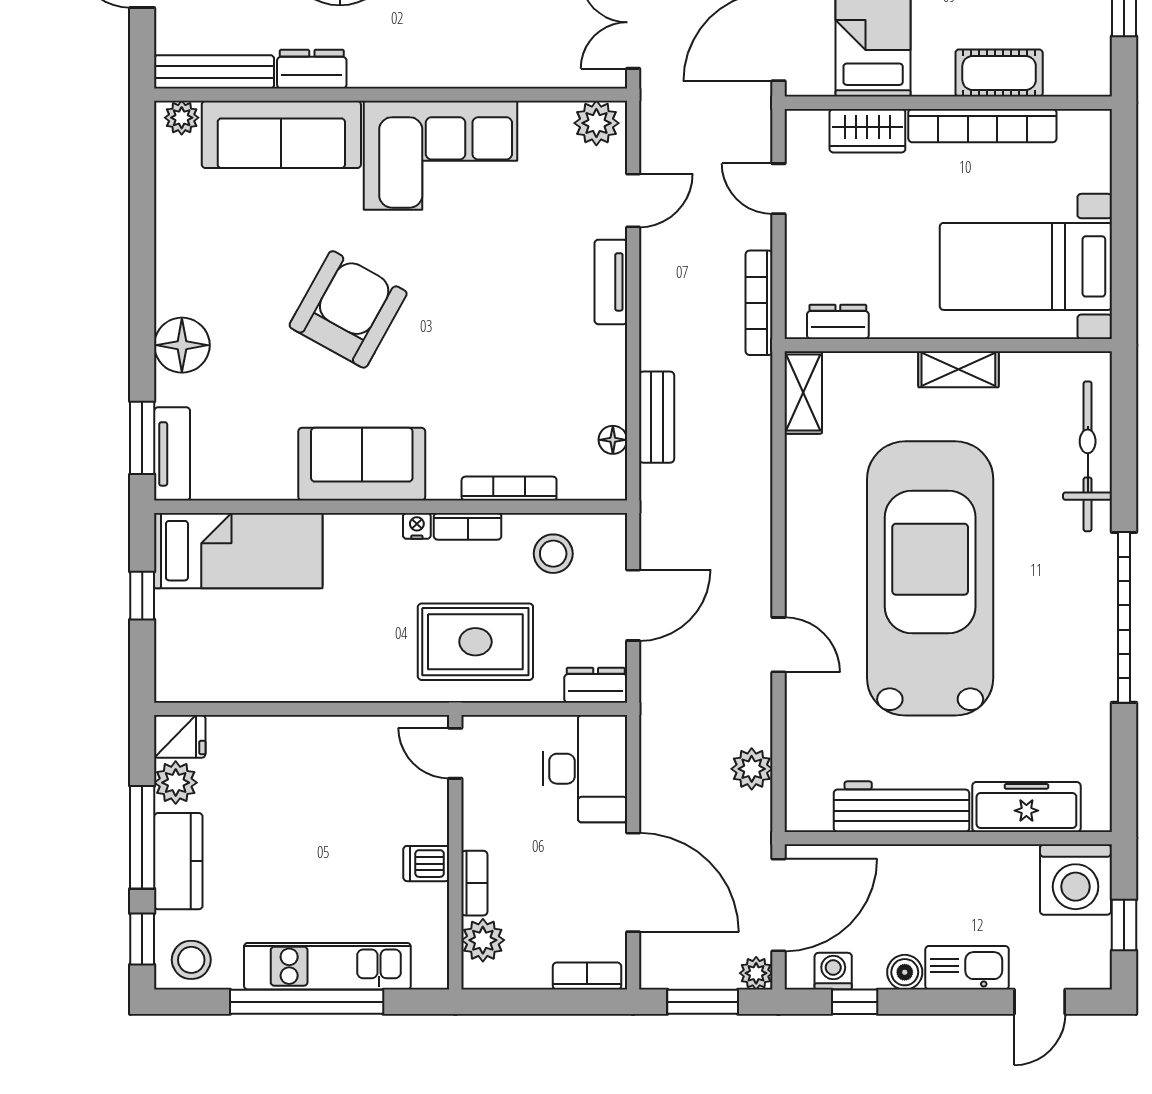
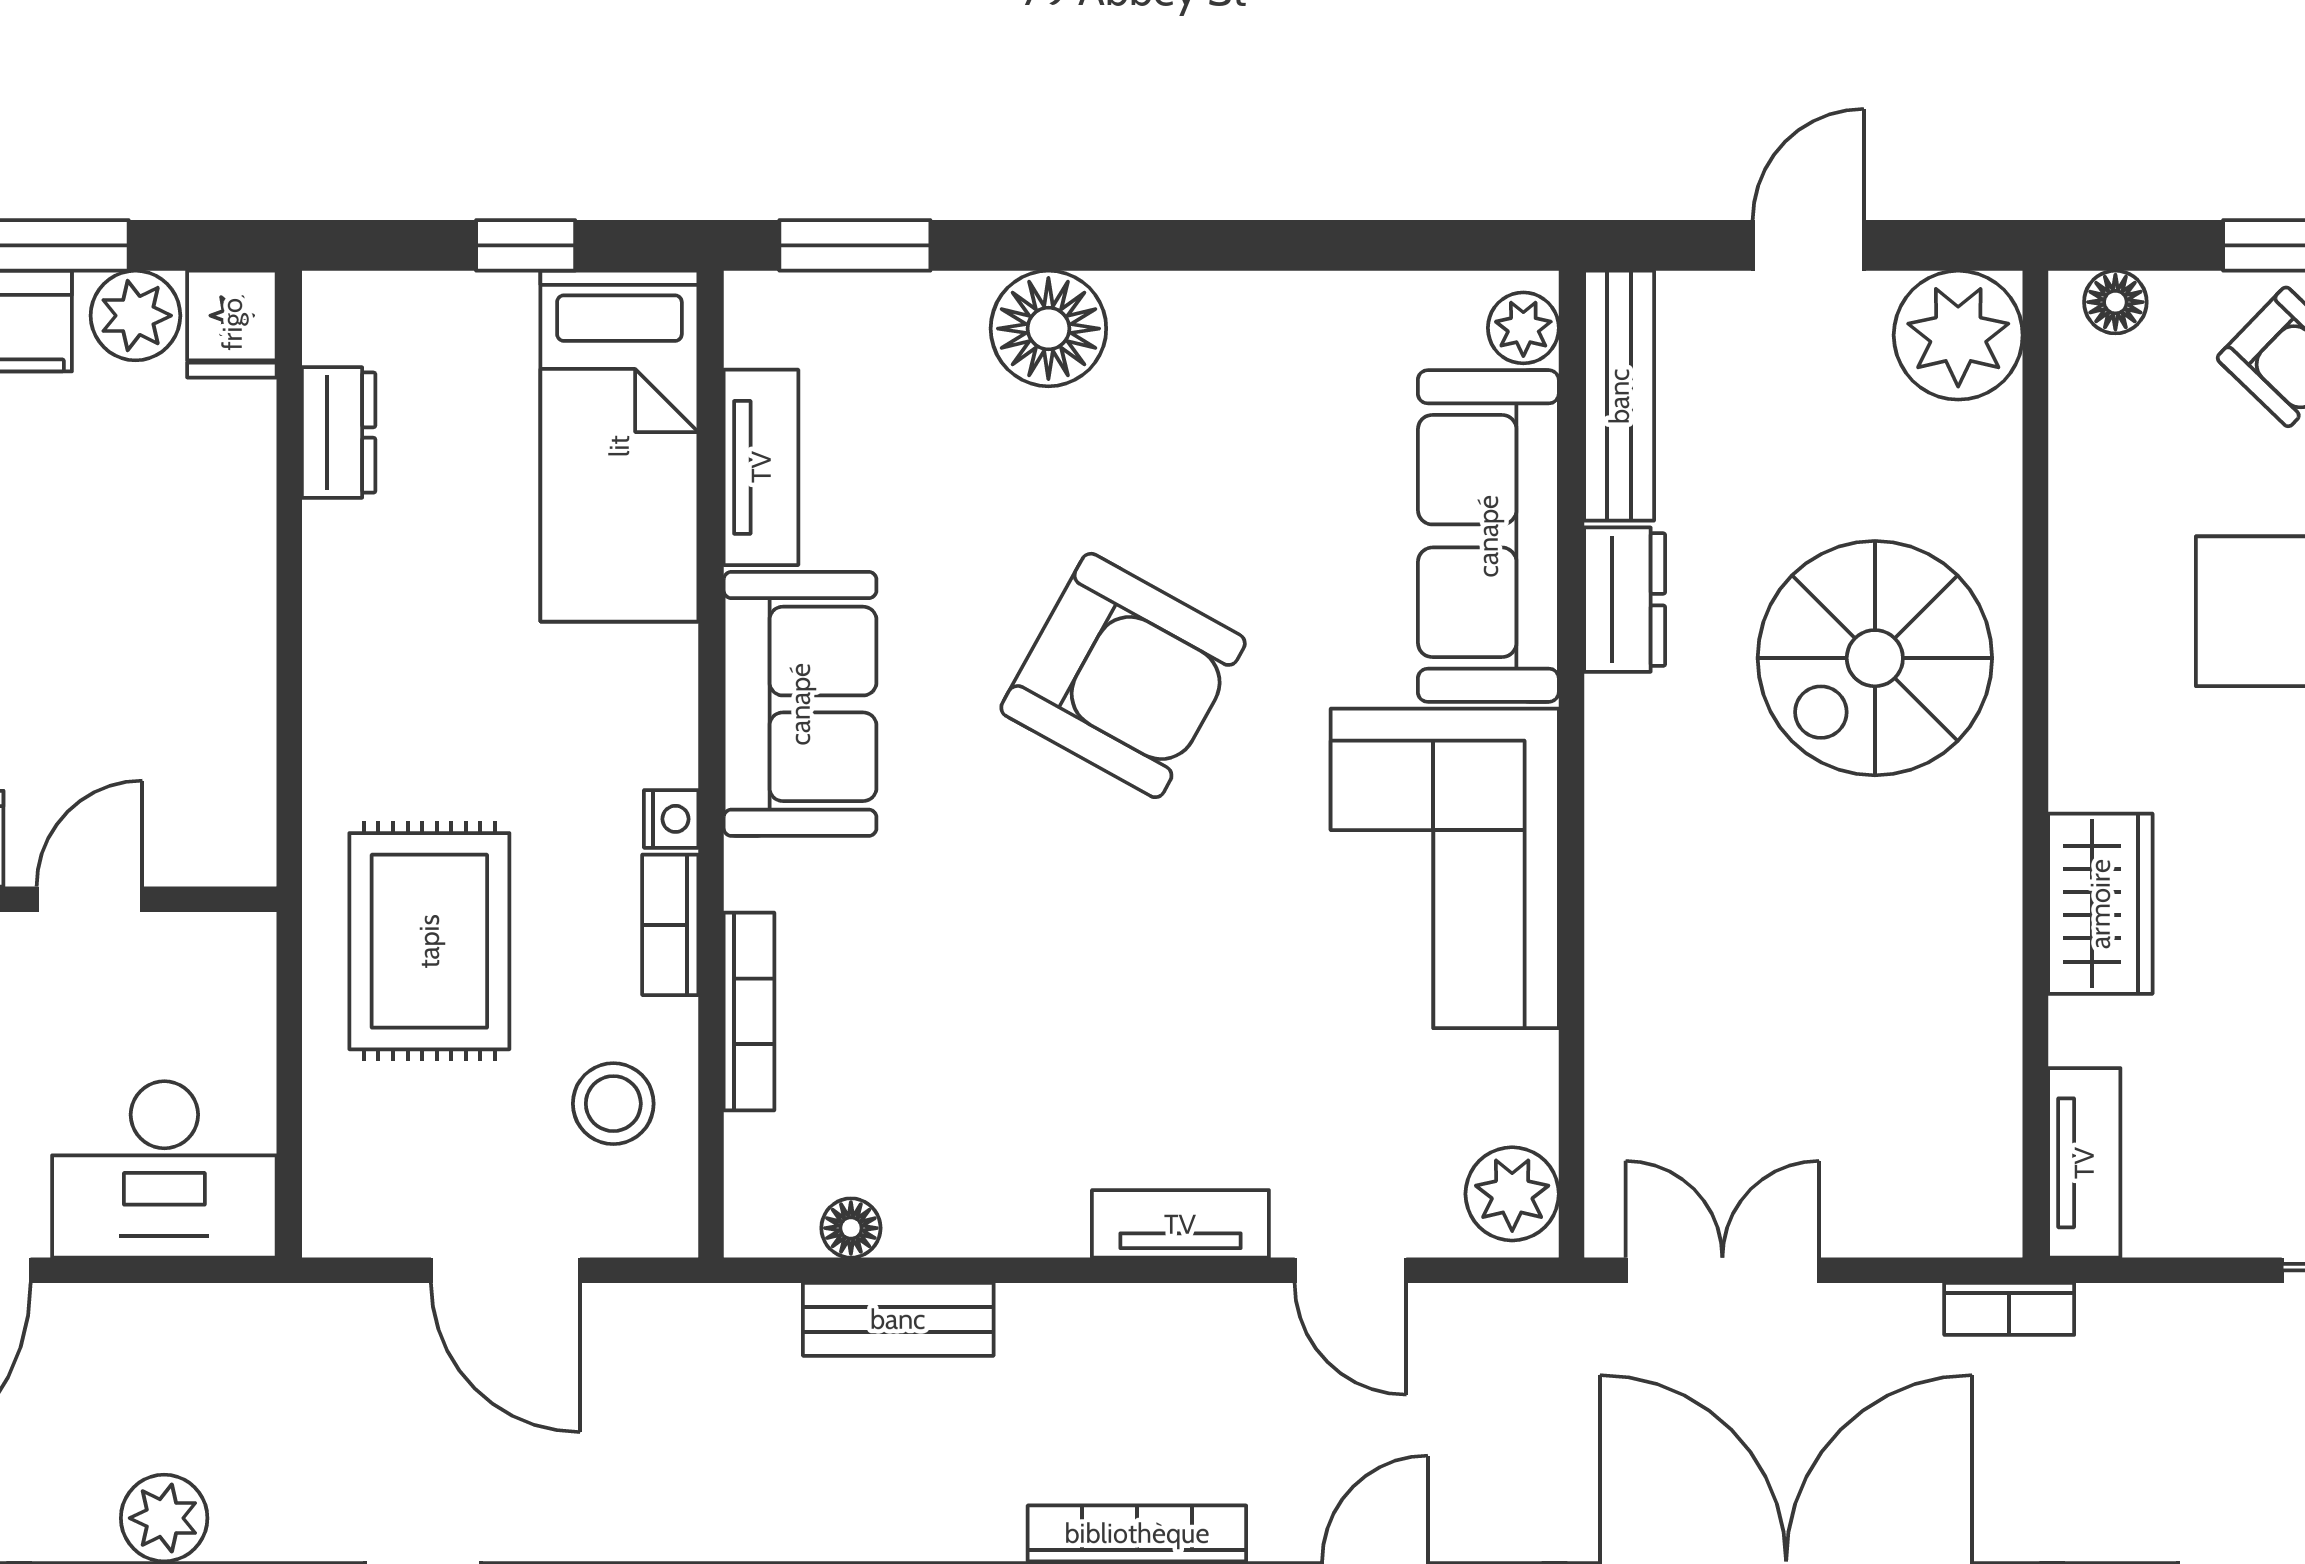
tv unit: (172, 454) -> (761, 467), moved, turned -90
dresser: (596, 685) -> (339, 433), moved
door: (455, 753) -> (90, 899), moved

